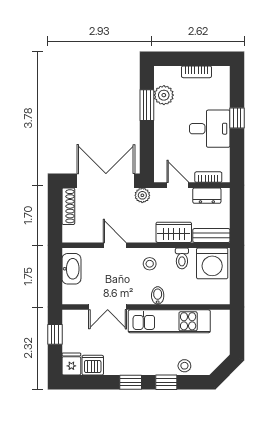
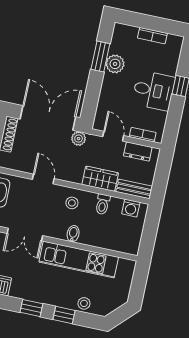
plant: (164, 95) -> (115, 64), moved
washing machine: (212, 263) -> (131, 208), width x0.53, depth x0.53

